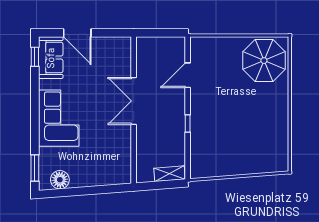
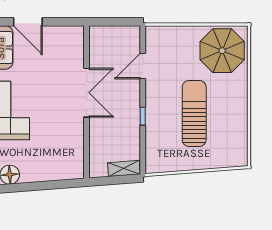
double door: (134, 101) -> (87, 93), swing flipped
sun lounger: (237, 121) -> (194, 113), added

